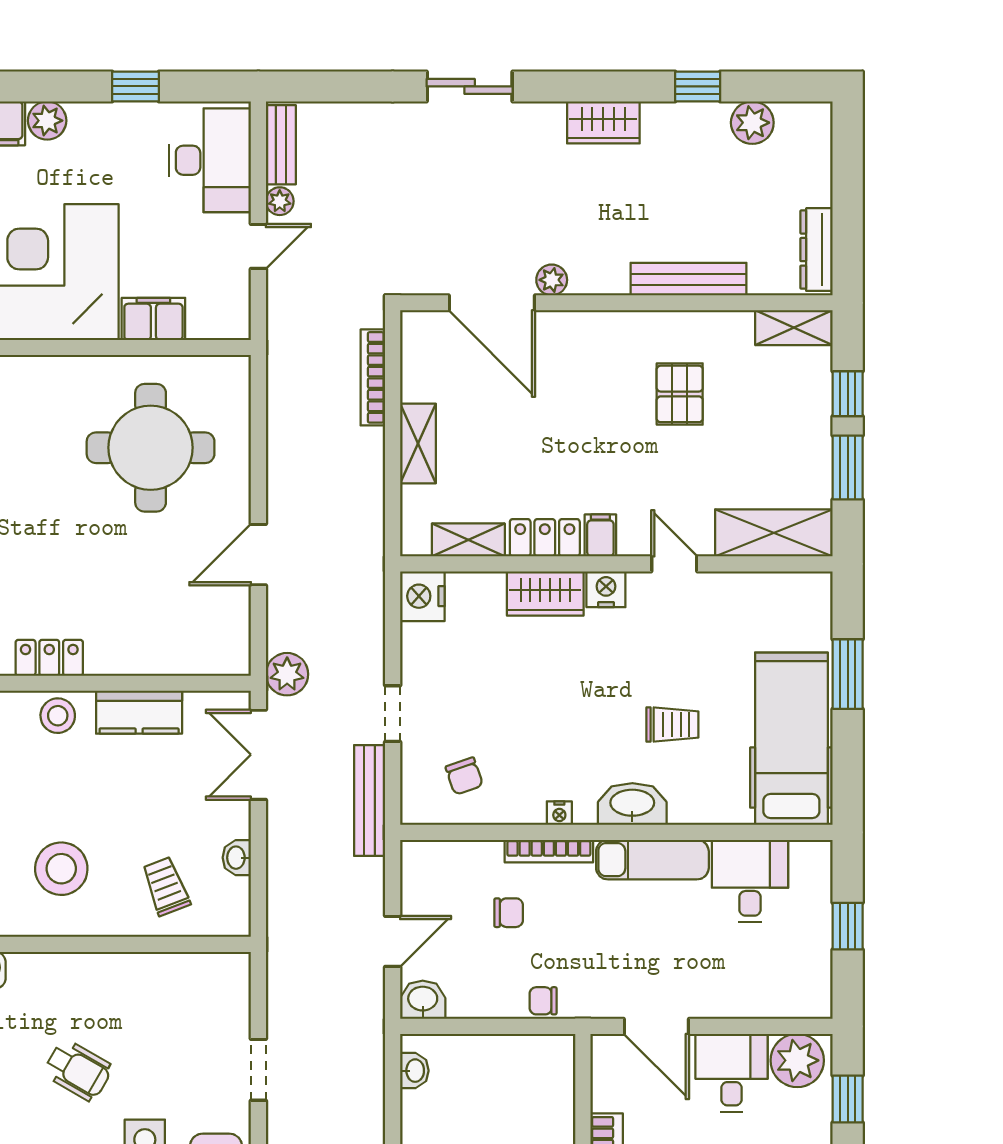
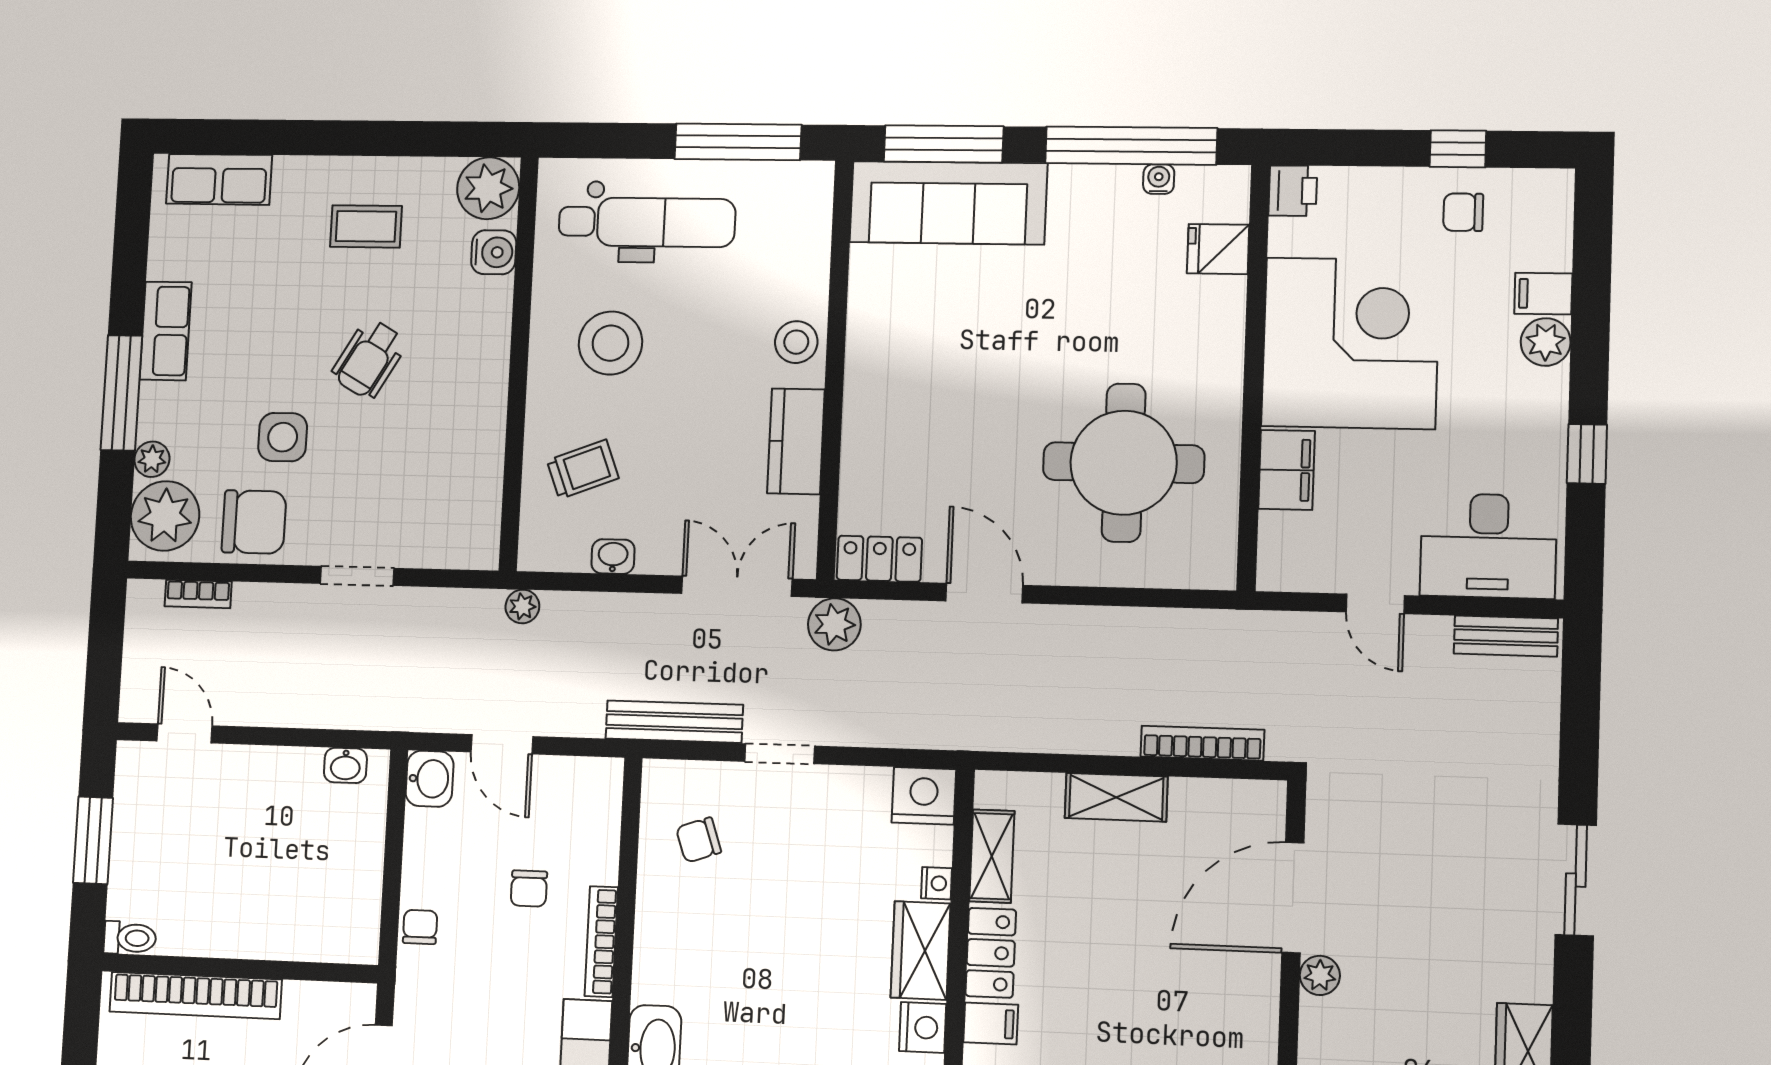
plant: (280, 201) -> (522, 606), moved
locker: (49, 658) -> (879, 559), moved, turned -90
nightstand: (559, 813) -> (936, 883), moved, turned 180

